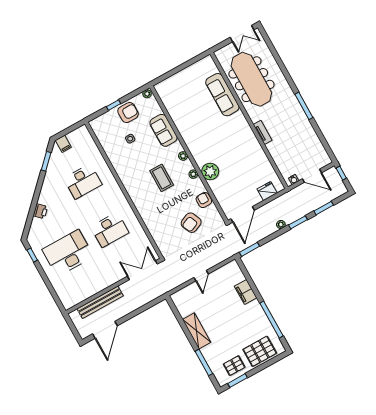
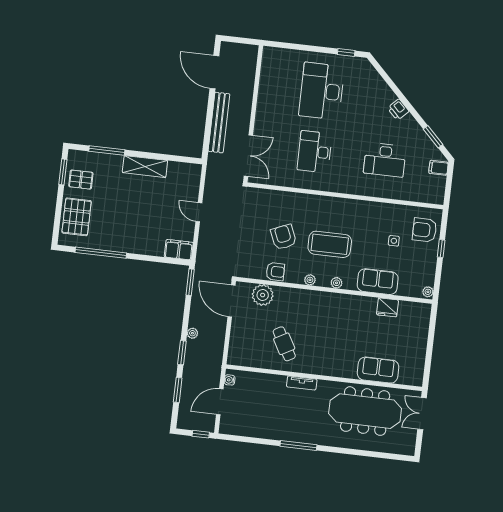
double door: (242, 34) -> (422, 414), moved
sofa: (222, 95) -> (378, 370), width x0.73
armchair: (128, 113) -> (425, 230), moved, turned 90
cafe table: (246, 161) -> (284, 344), added
plant: (210, 172) -> (263, 295), moved
coffee table: (162, 178) -> (330, 244), width x1.36, depth x1.32
desk: (83, 181) -> (385, 160), turned -90
fridge: (267, 191) -> (387, 307), moved, turned 90
printer: (40, 211) -> (398, 110), moved
armchair: (191, 223) -> (284, 237), moved
desk: (68, 253) -> (322, 91), turned 180
filing cabinet: (246, 292) -> (179, 250), moved
bench: (100, 302) -> (219, 123), moved
pallet: (234, 366) -> (81, 180), turned 90

